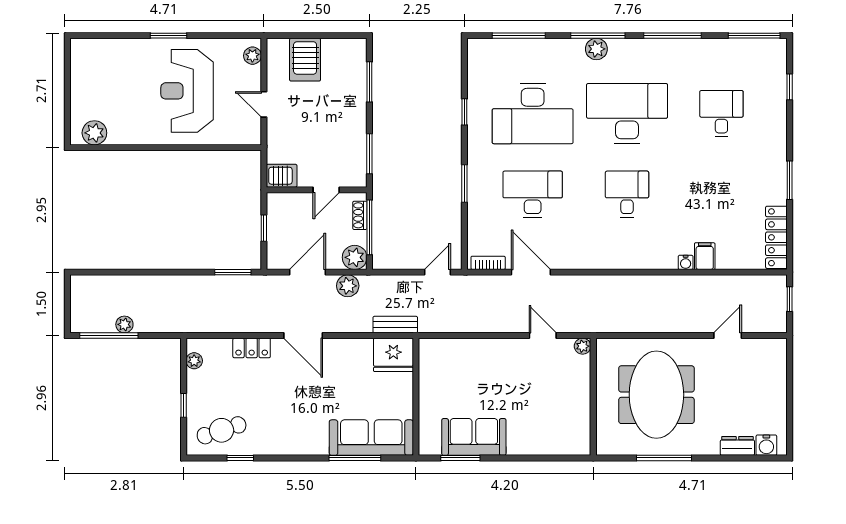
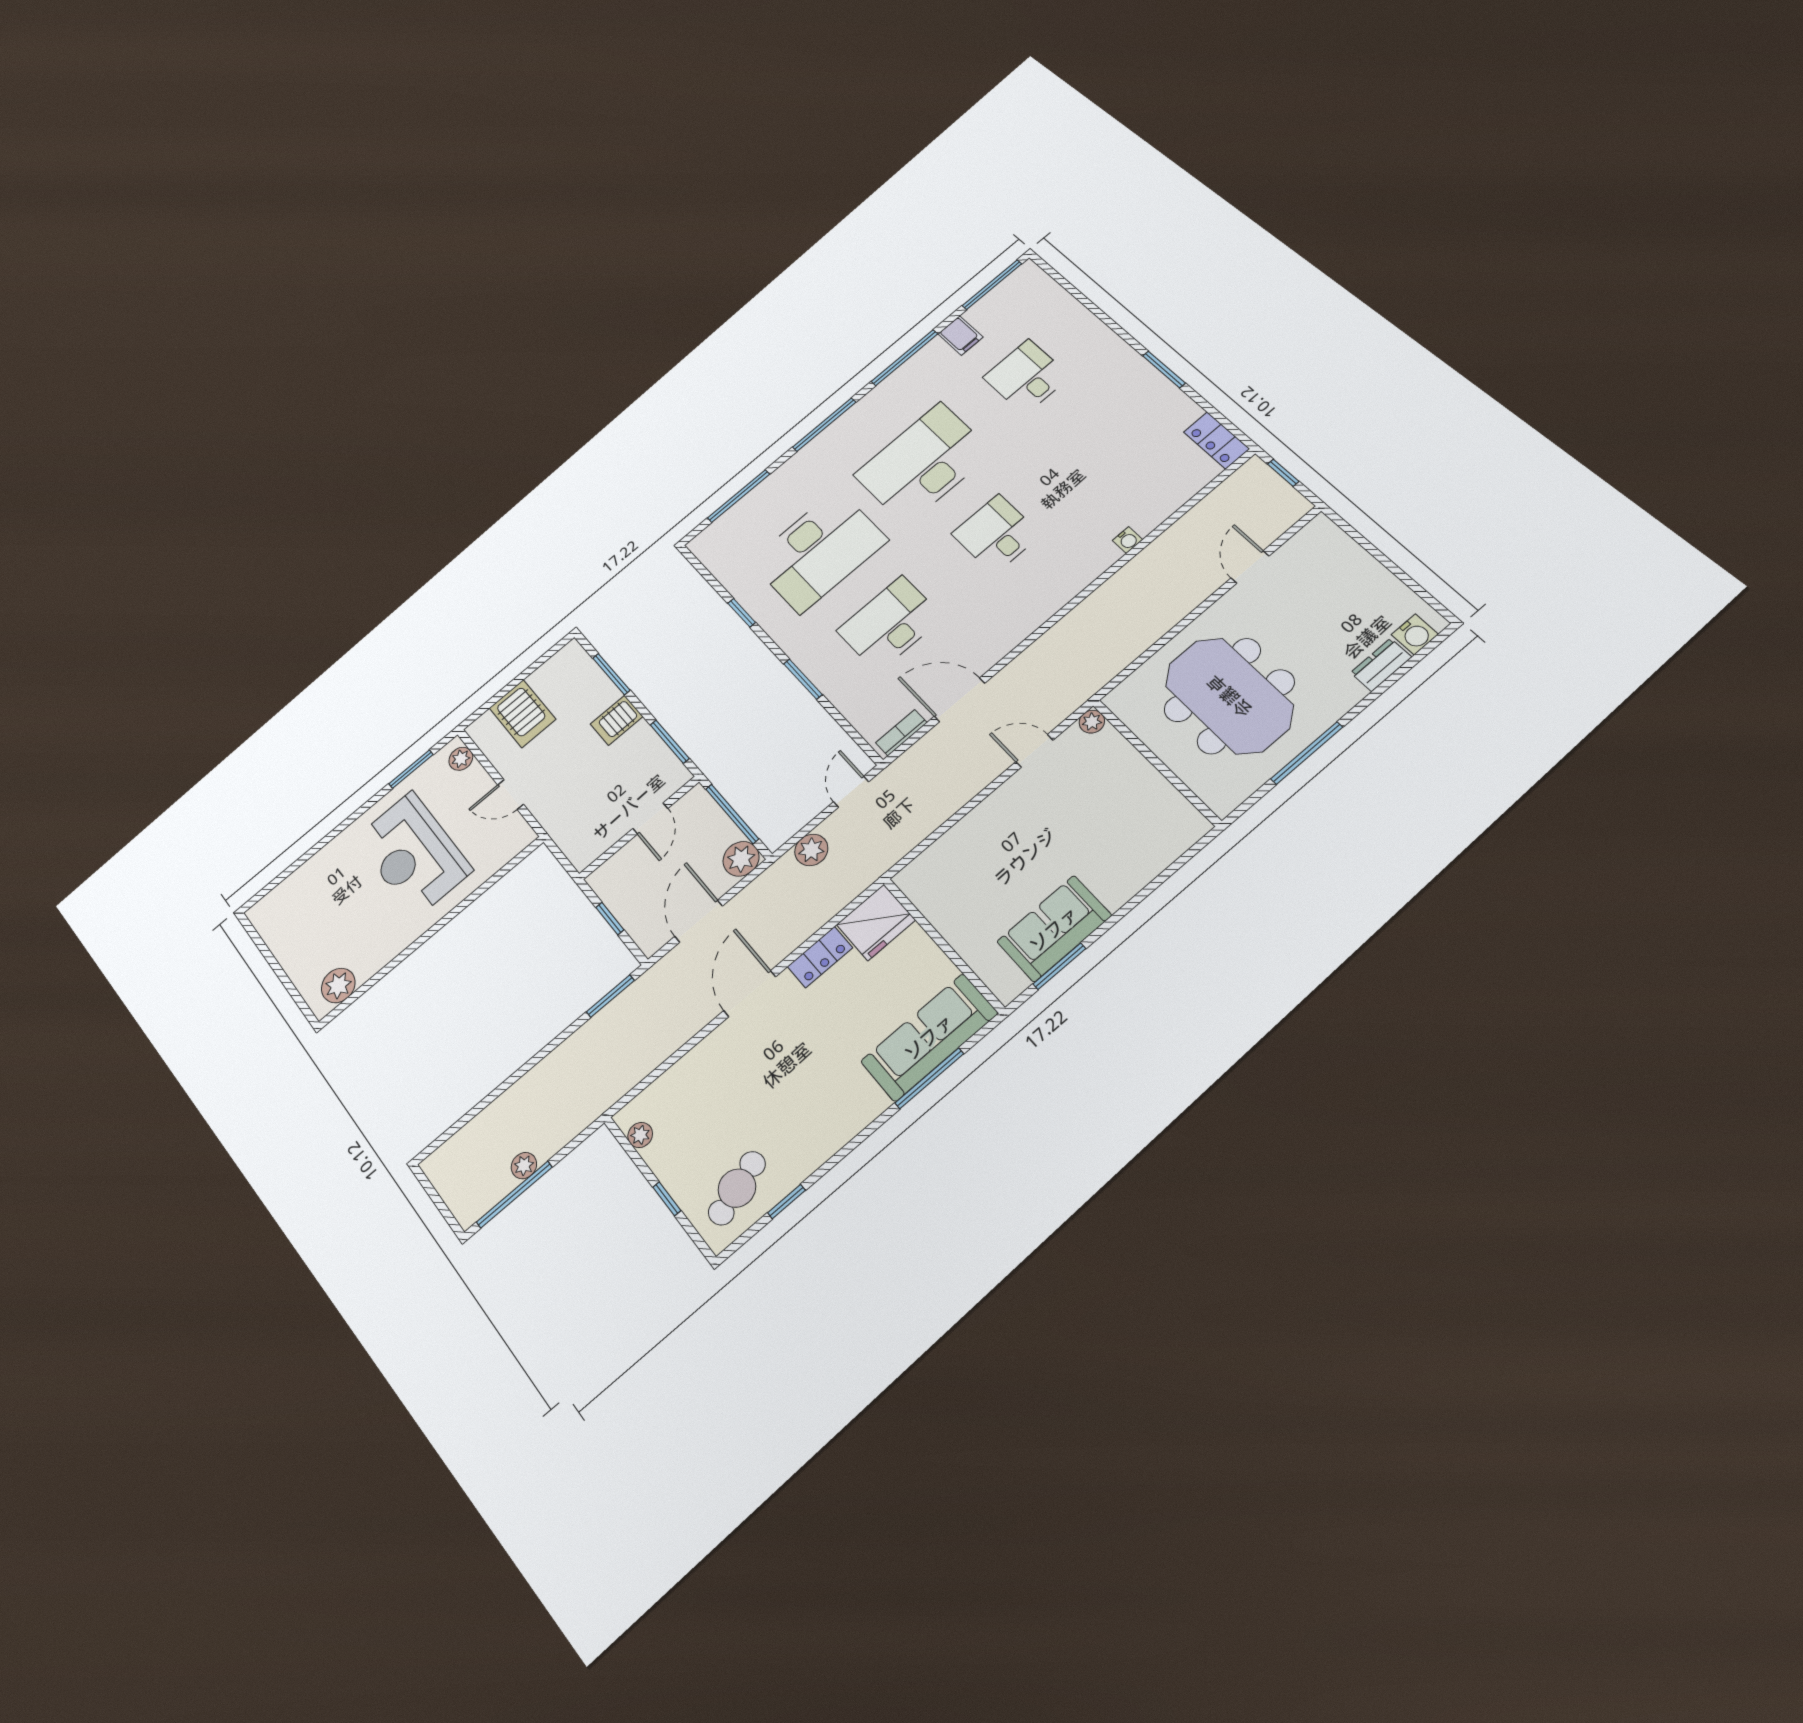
window: (169, 36) -> (411, 769), moved
plant: (596, 49) -> (834, 437), removed
window: (790, 87) -> (1076, 293), removed
server rack: (282, 176) -> (617, 720), moved, turned 180
shoe rack: (360, 215) -> (711, 811), removed
locker: (776, 237) -> (1216, 440), width x0.66
filing cabinet: (705, 256) -> (960, 336), moved, turned 180
plant: (348, 286) -> (811, 850), moved
bench: (395, 325) -> (850, 888), removed
door: (303, 336) -> (750, 994), swing flipped
locker: (252, 348) -> (820, 957), moved

